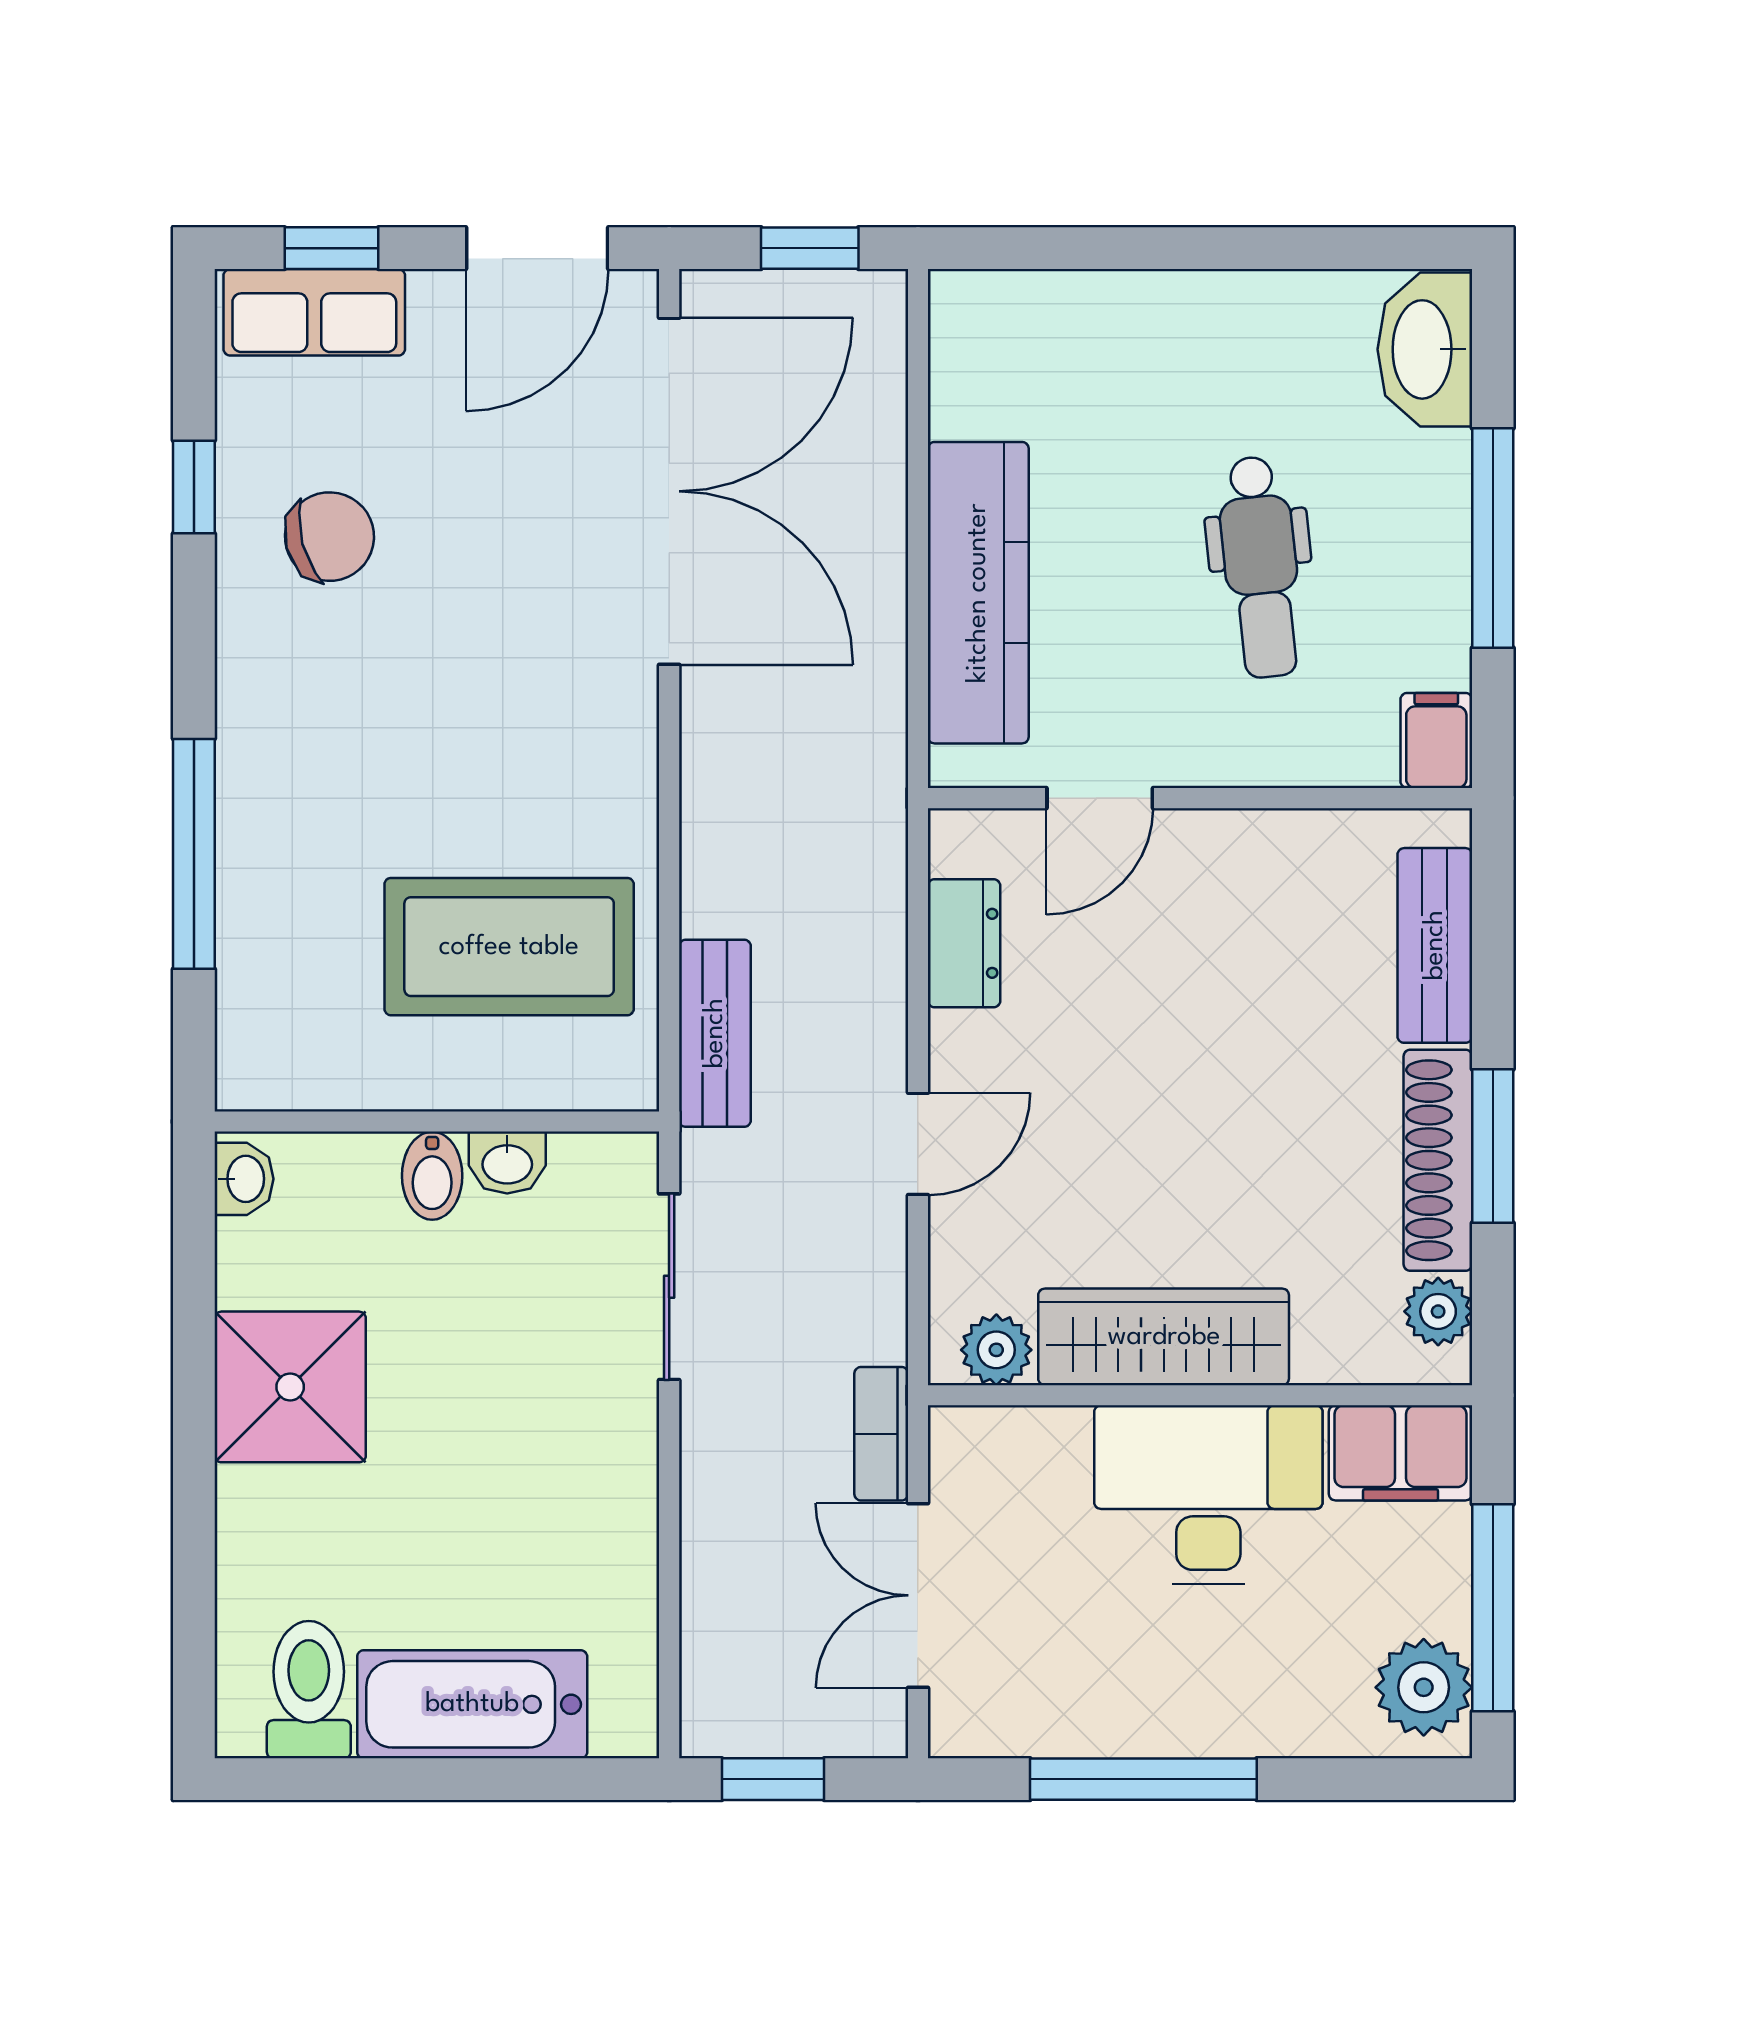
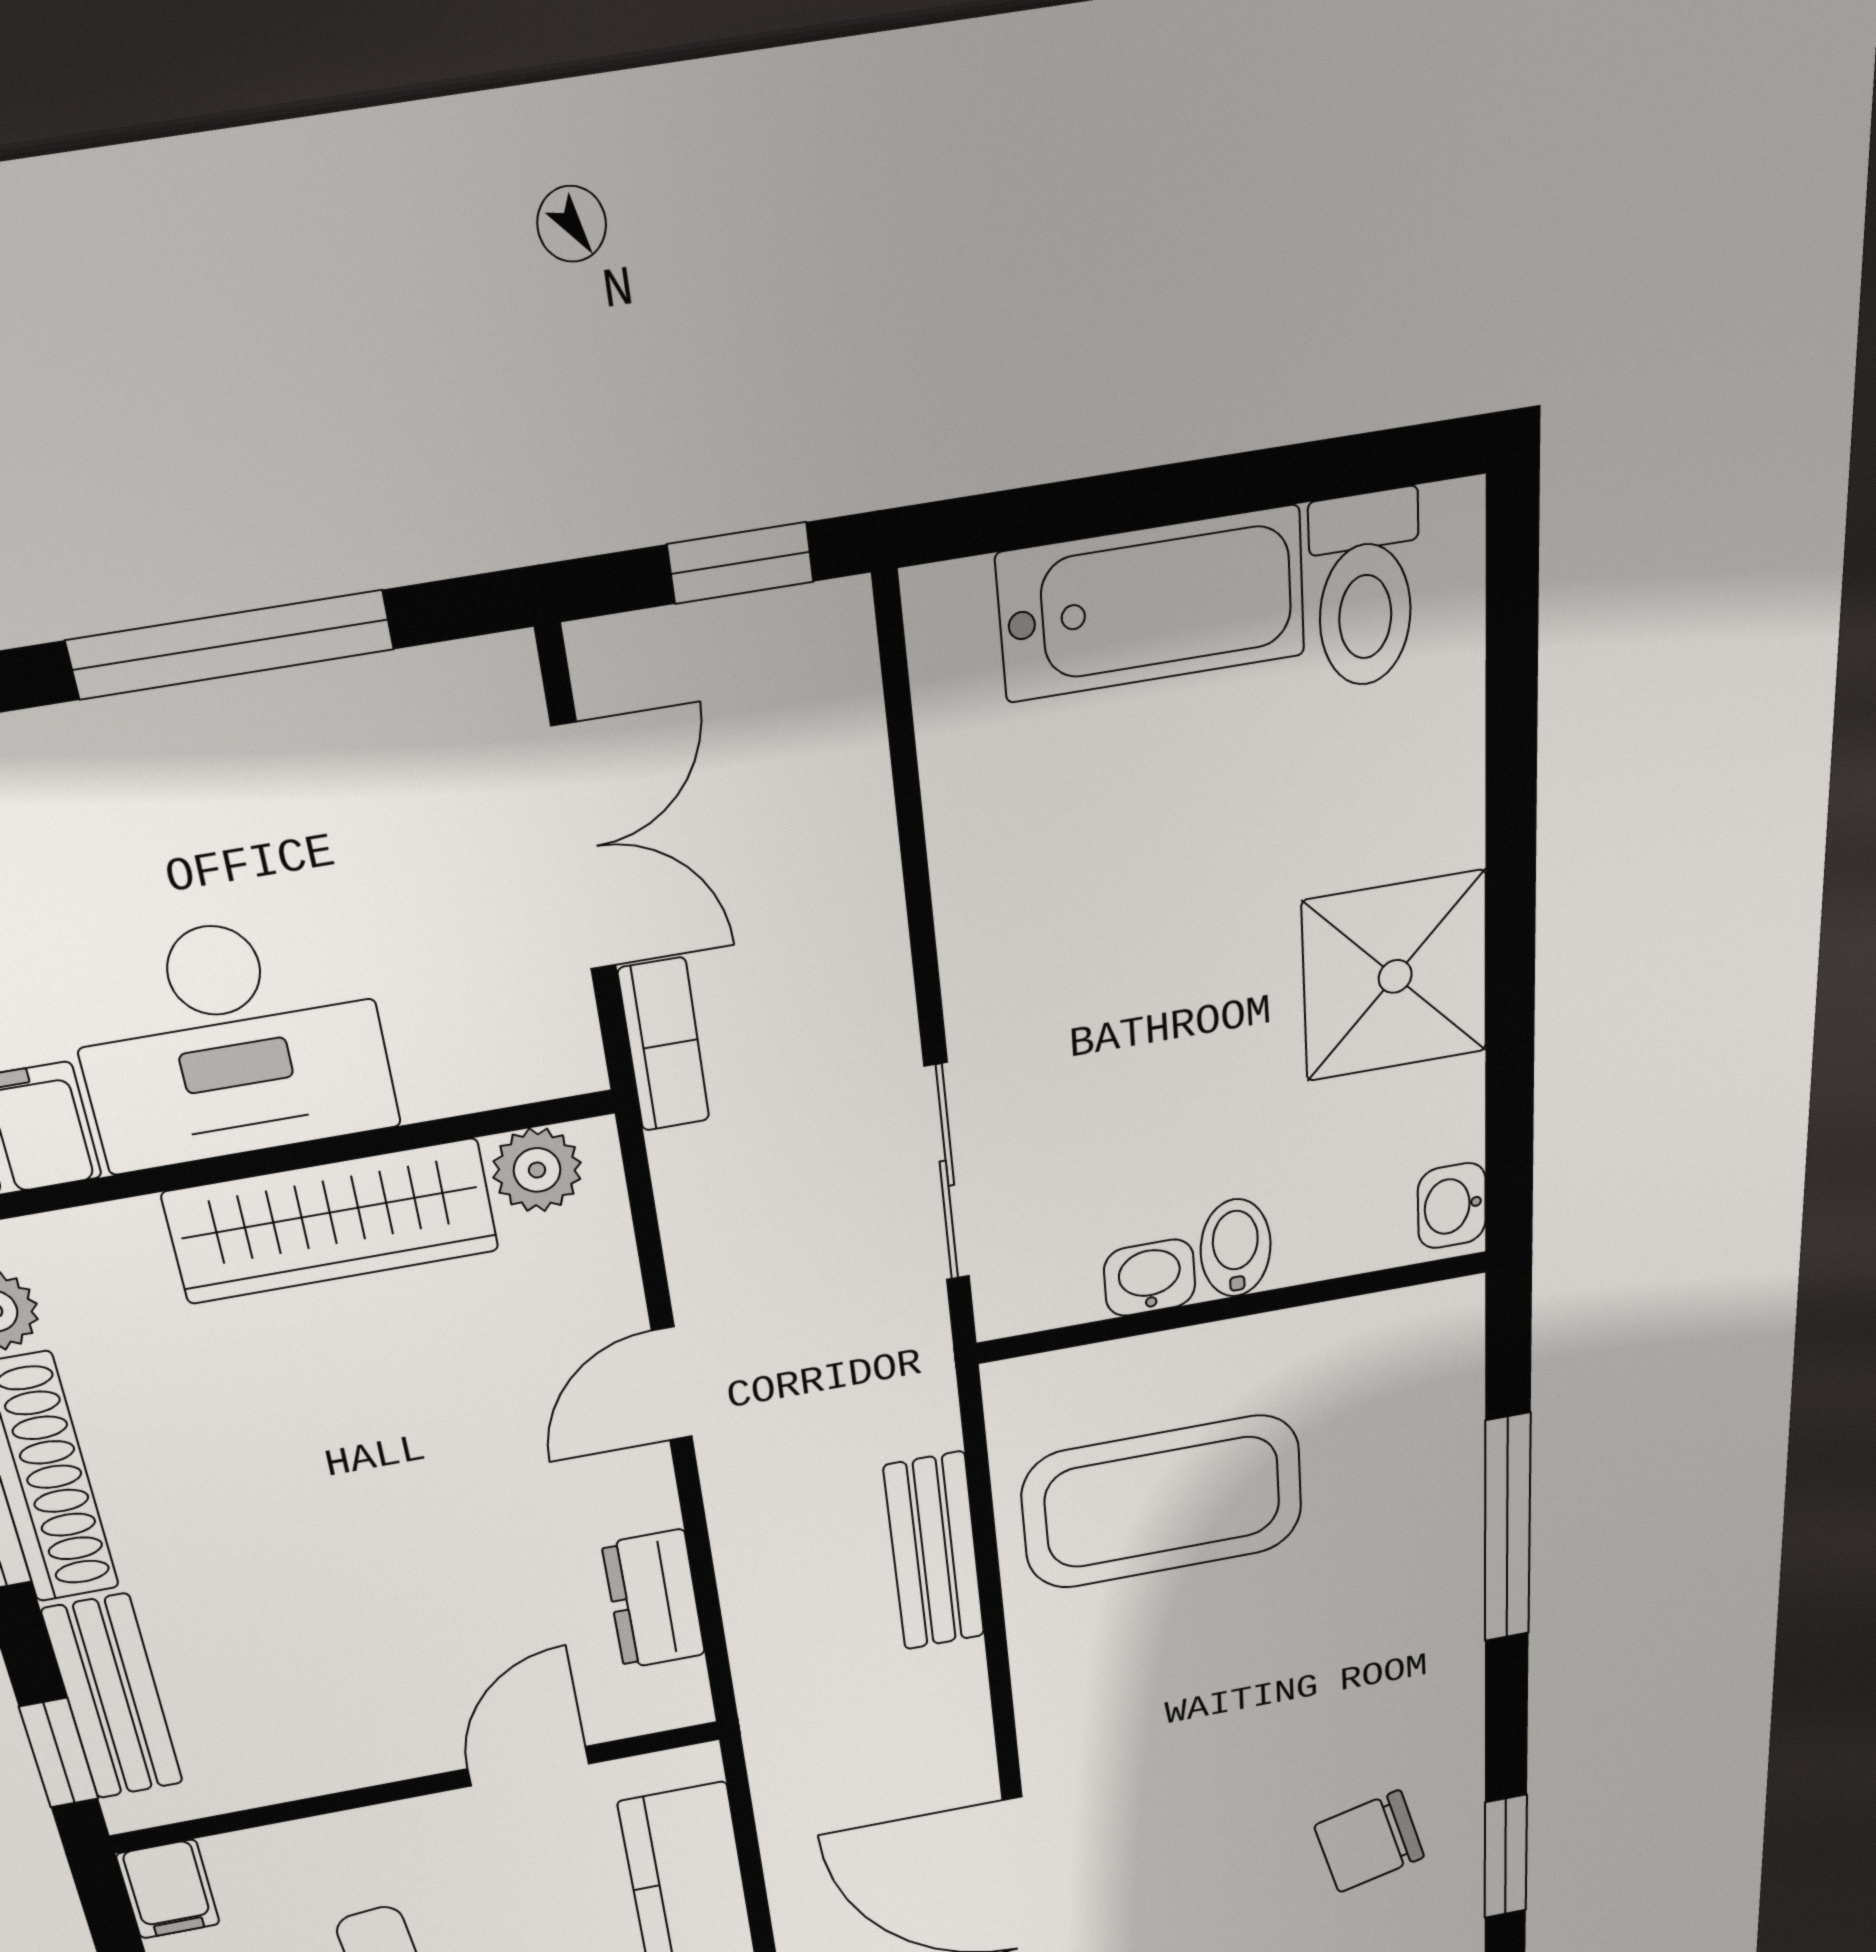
window: (194, 487) -> (1506, 1857), width x1.50
window: (1493, 901) -> (59, 1753), added
bench: (715, 1033) -> (934, 1552), moved

